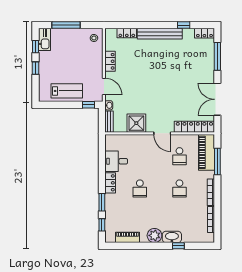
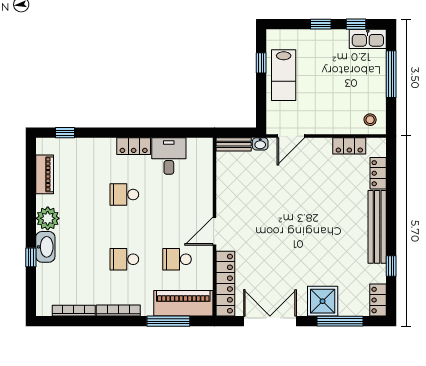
locker: (110, 61) -> (349, 146), moved
window: (89, 105) -> (261, 63), moved
shower: (136, 123) -> (323, 301), moved
window: (102, 202) -> (102, 133), removed

